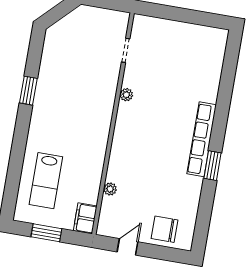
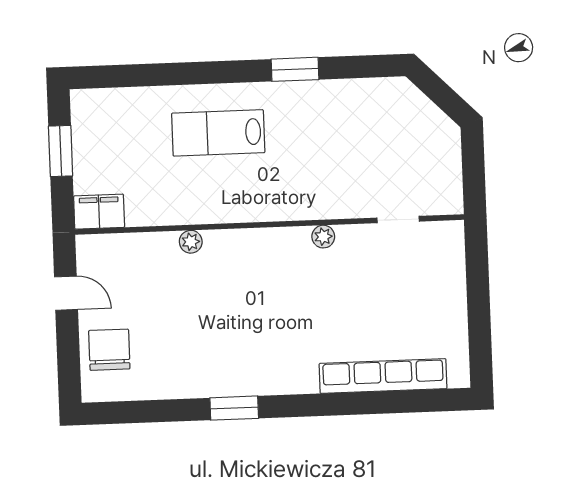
row of seats: (202, 139) -> (383, 376), moved
lab bench: (46, 181) -> (218, 133), moved
plant: (110, 189) -> (191, 242), moved

